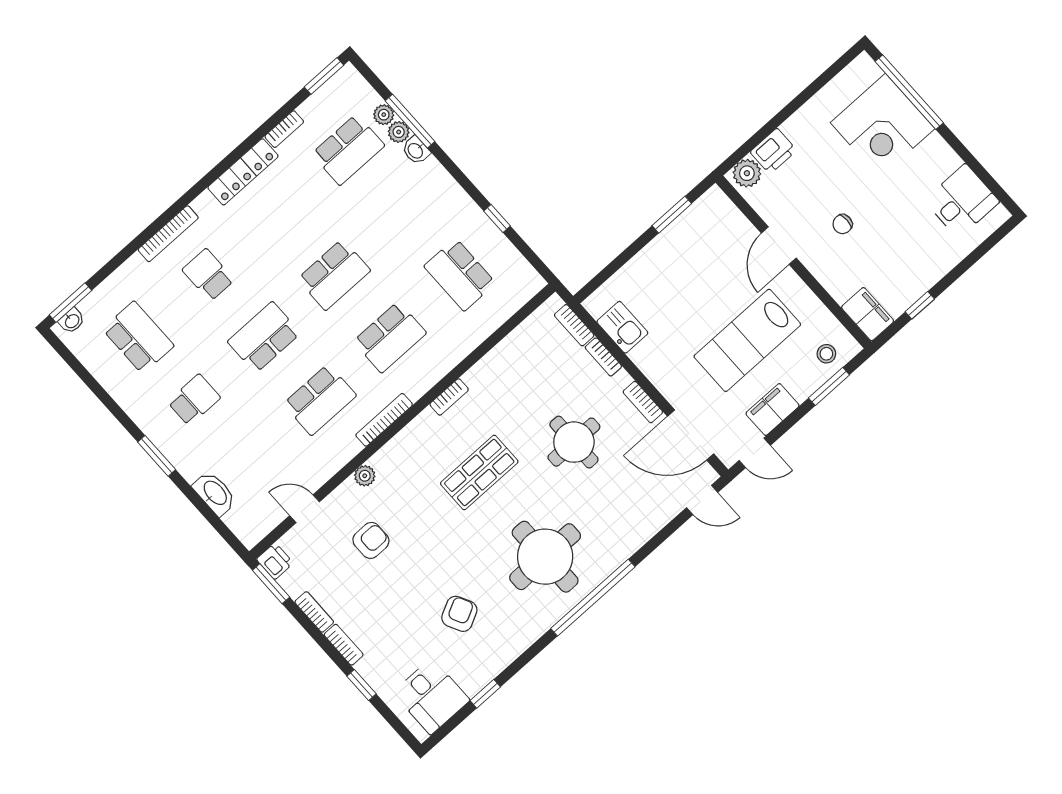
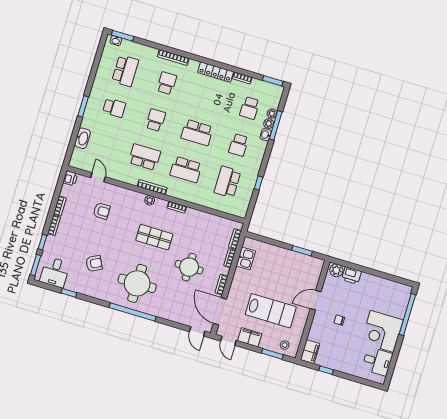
corner desk: (883, 126) -> (382, 331), moved
school desk: (348, 150) -> (250, 108), width x0.54
school desk: (404, 212) -> (239, 145), added
school desk: (264, 337) -> (156, 120), width x0.54
lab bench: (747, 340) -> (271, 311), turned 180
school desk: (320, 400) -> (145, 157), turned 180
plant: (365, 476) -> (150, 200), moved
window: (271, 584) -> (36, 265), moved

